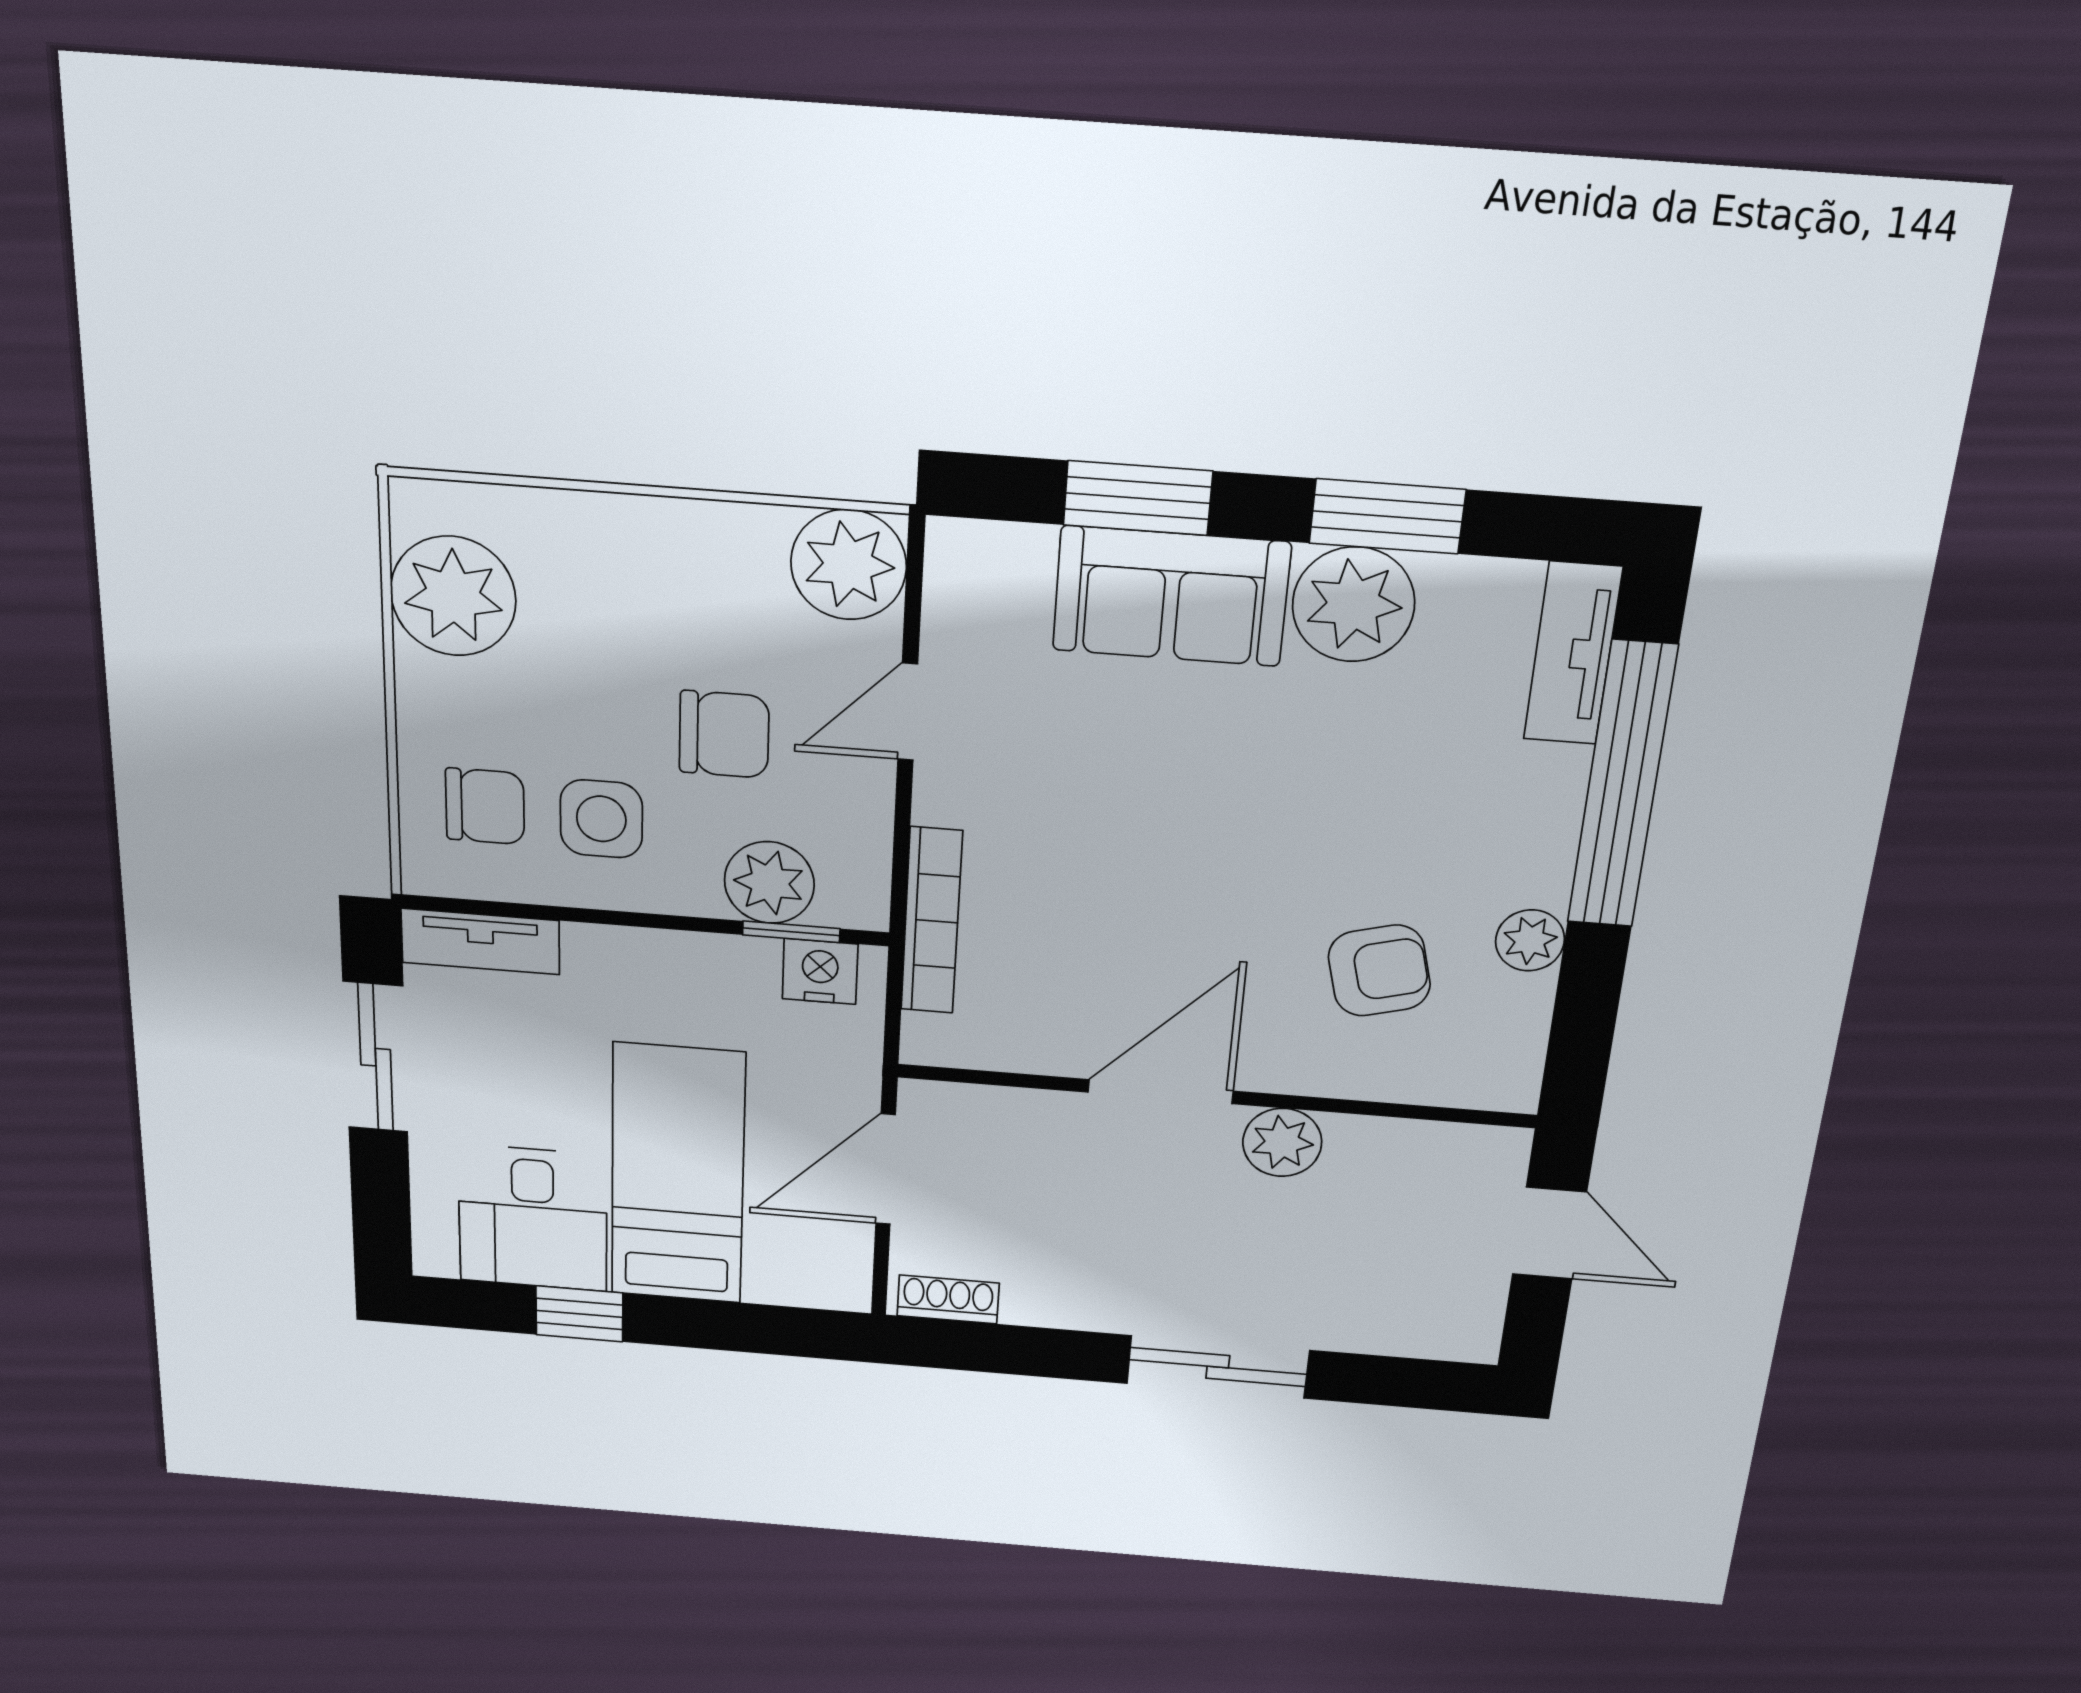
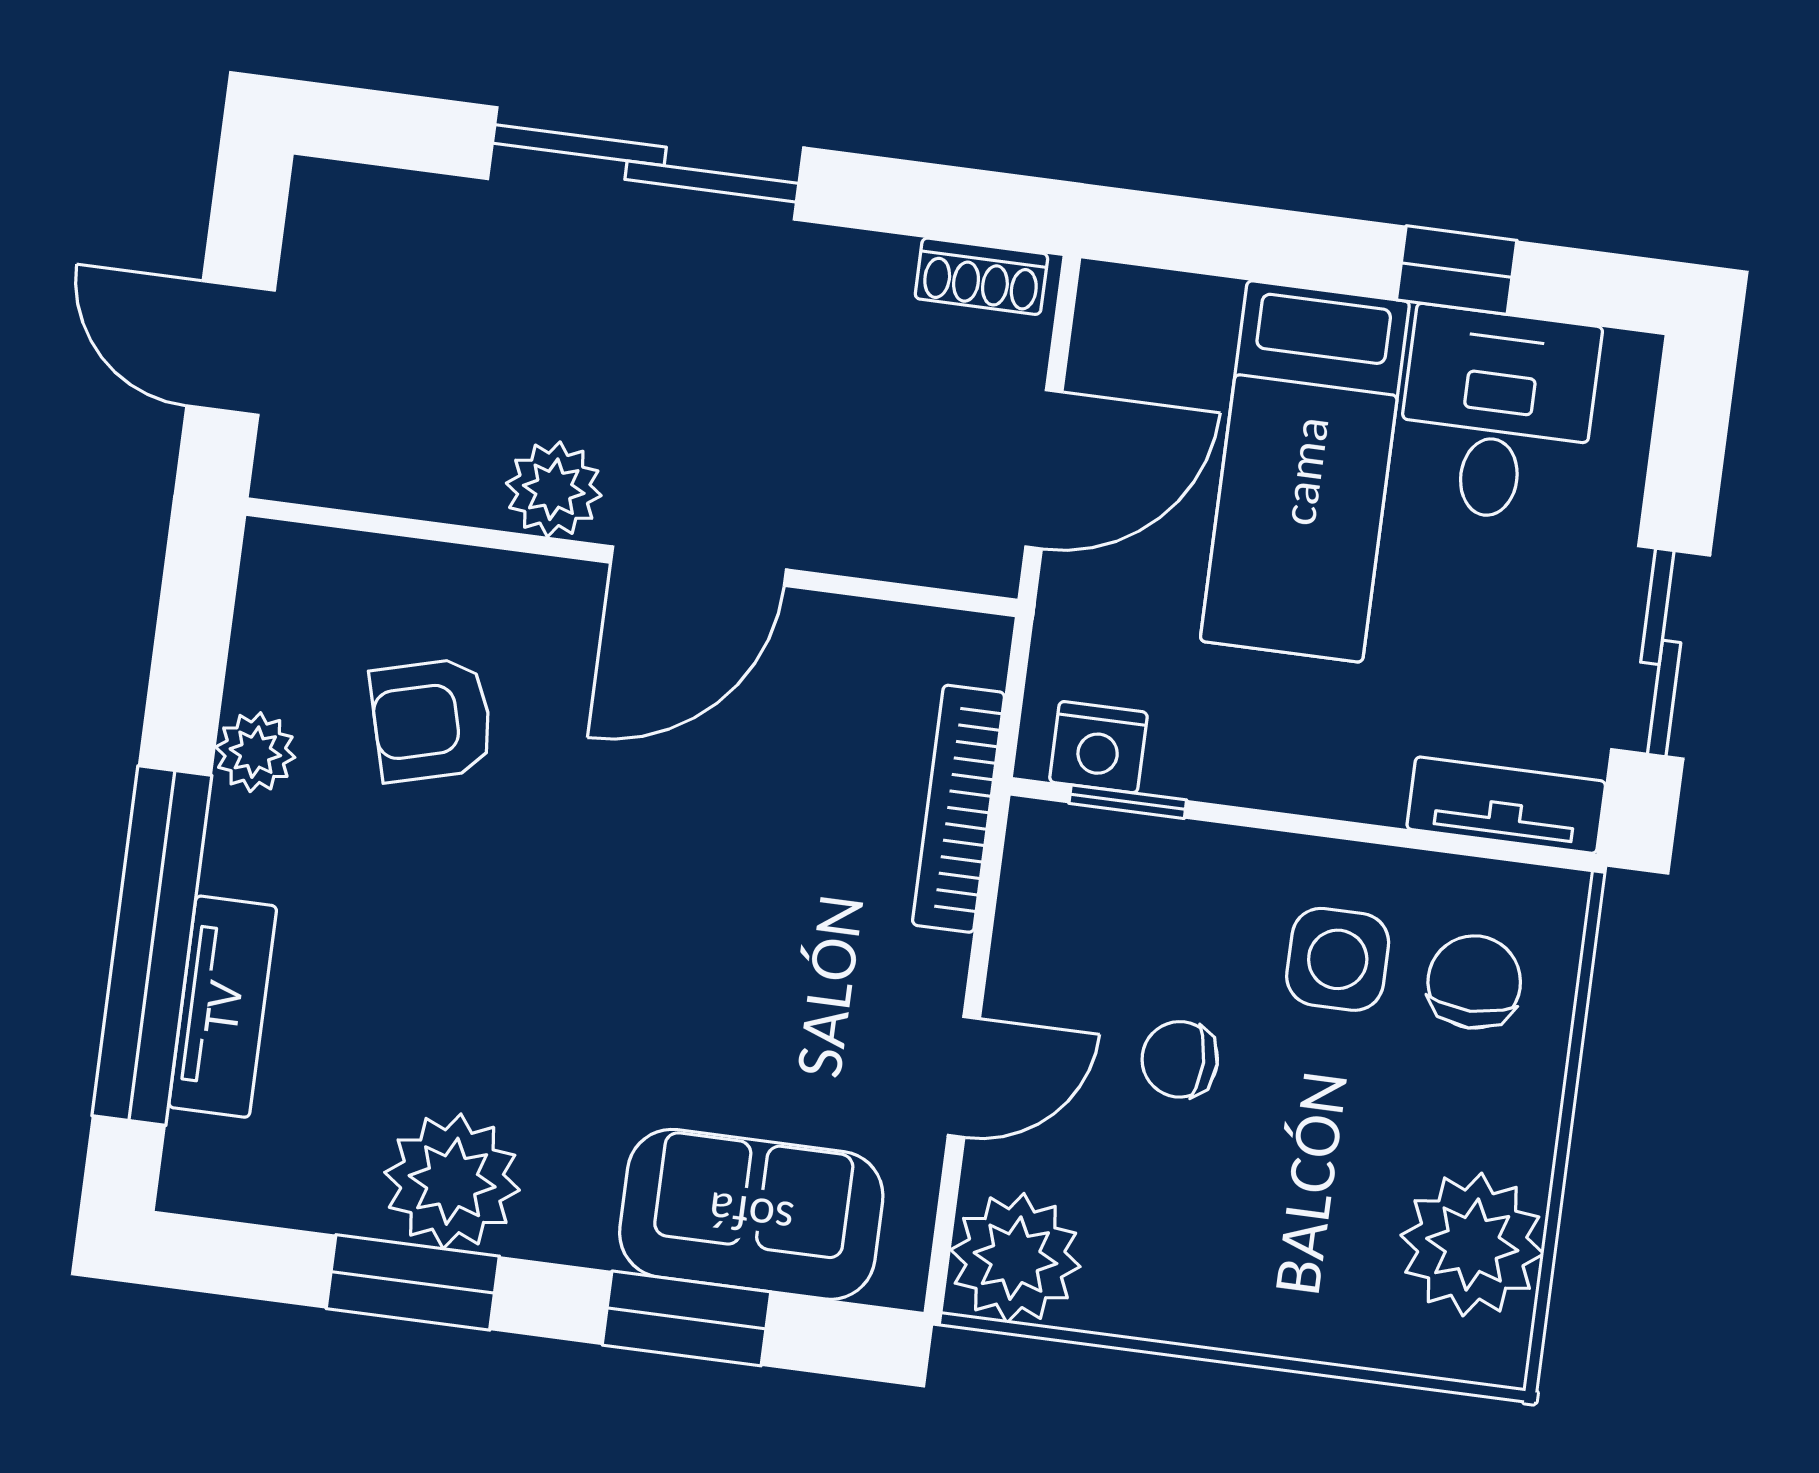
sofa: (1171, 596) -> (751, 1214), moved
tv unit: (1573, 653) -> (223, 1007), moved
chair: (724, 734) -> (1180, 1059), width x0.73, depth x0.73
chair: (485, 806) -> (1474, 982), turned 90
plant: (769, 883) -> (1147, 868), removed
sliding door: (1218, 1367) -> (646, 163), width x1.37

